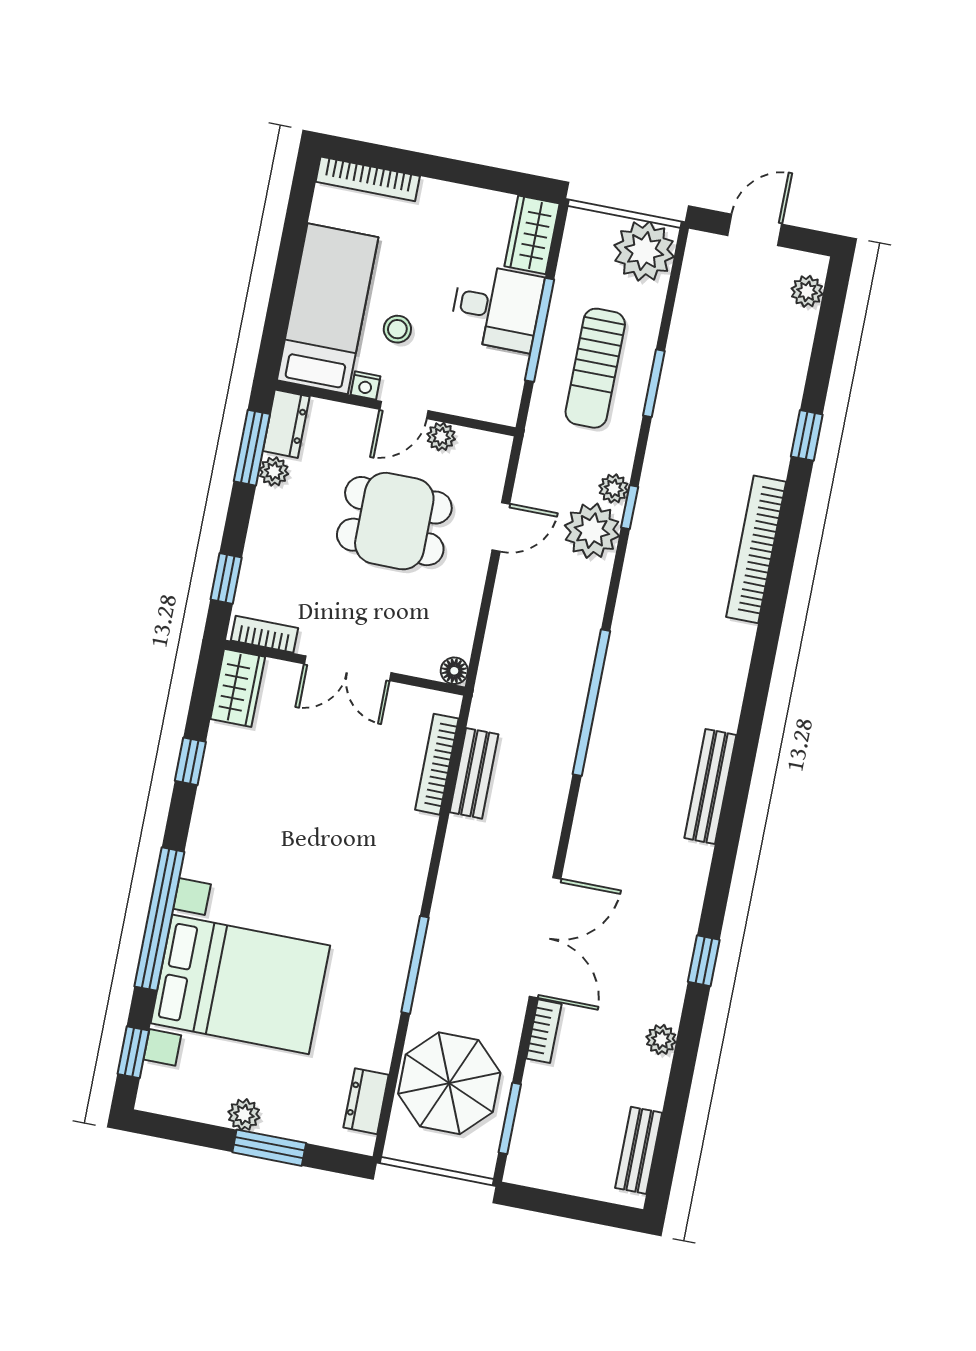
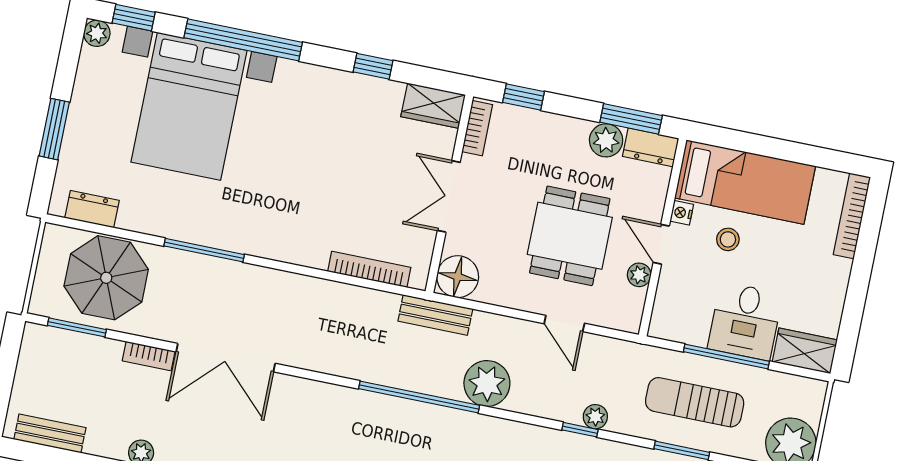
plant: (274, 471) -> (606, 140), width x1.38, depth x1.38
plant: (592, 531) -> (487, 384), moved
floor lamp: (454, 671) -> (458, 277), width x1.89, depth x1.89
bench: (474, 773) -> (435, 315), moved
plant: (244, 1115) -> (97, 33), moved

